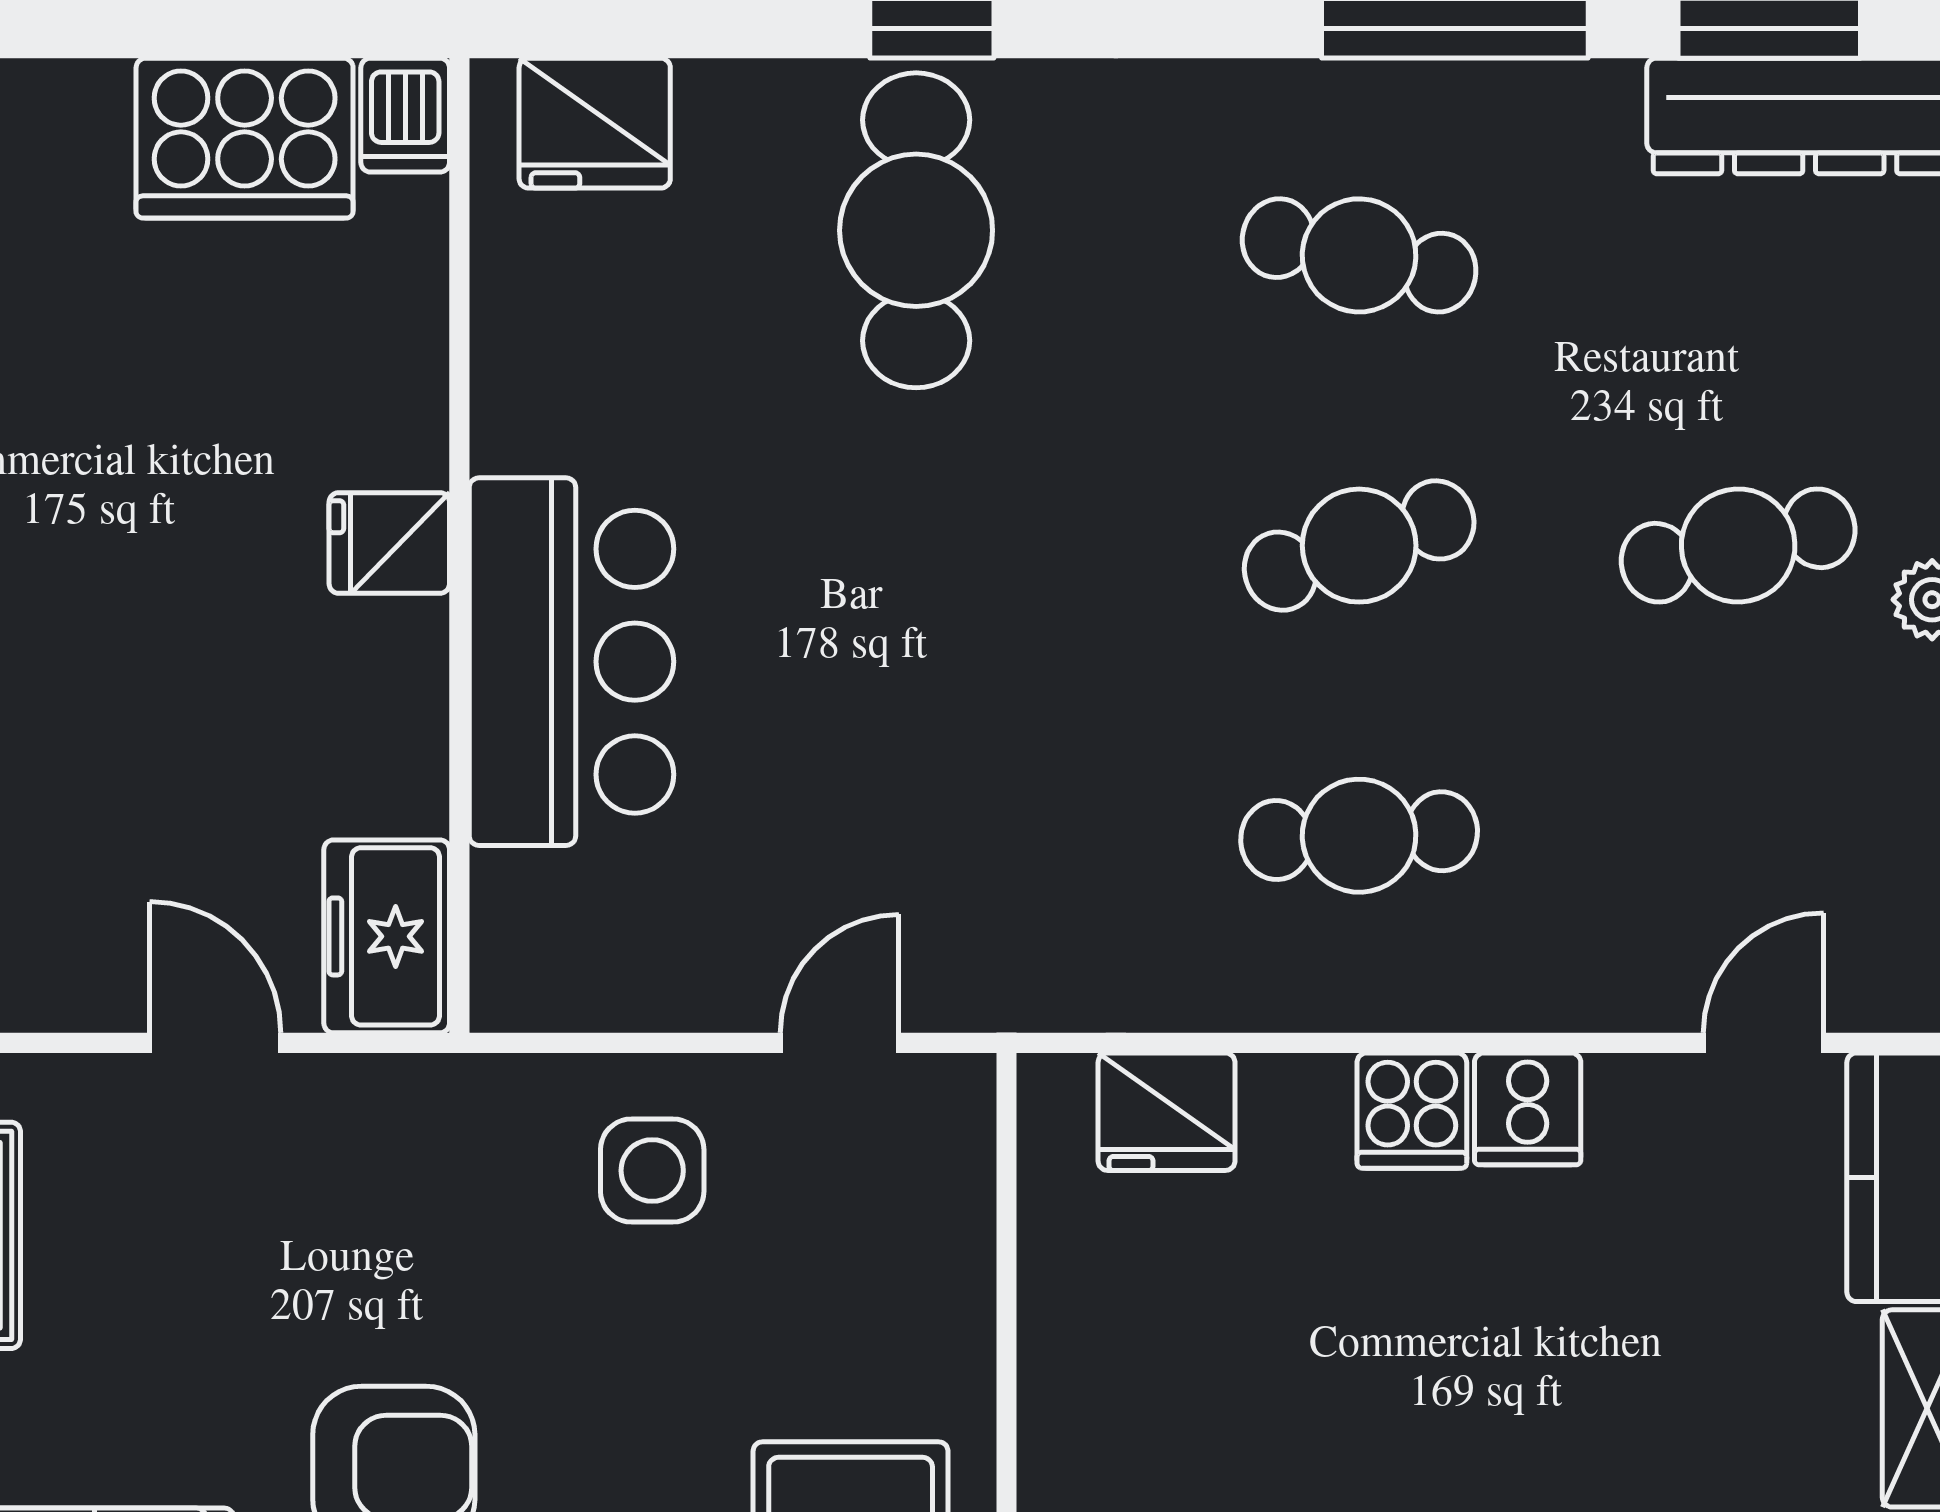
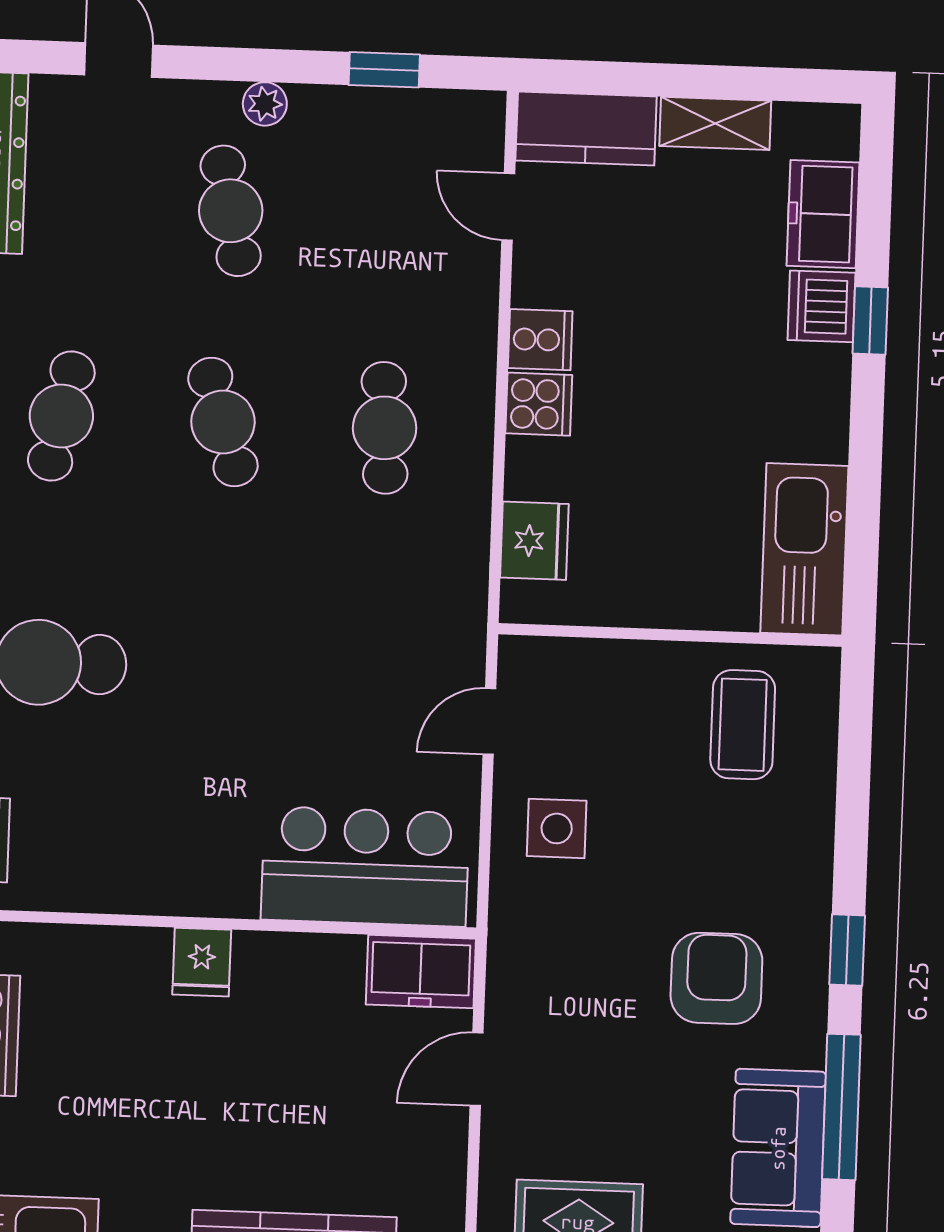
bar counter: (572, 662) -> (365, 866), moved
door: (840, 1043) -> (489, 721), hinge flipped

